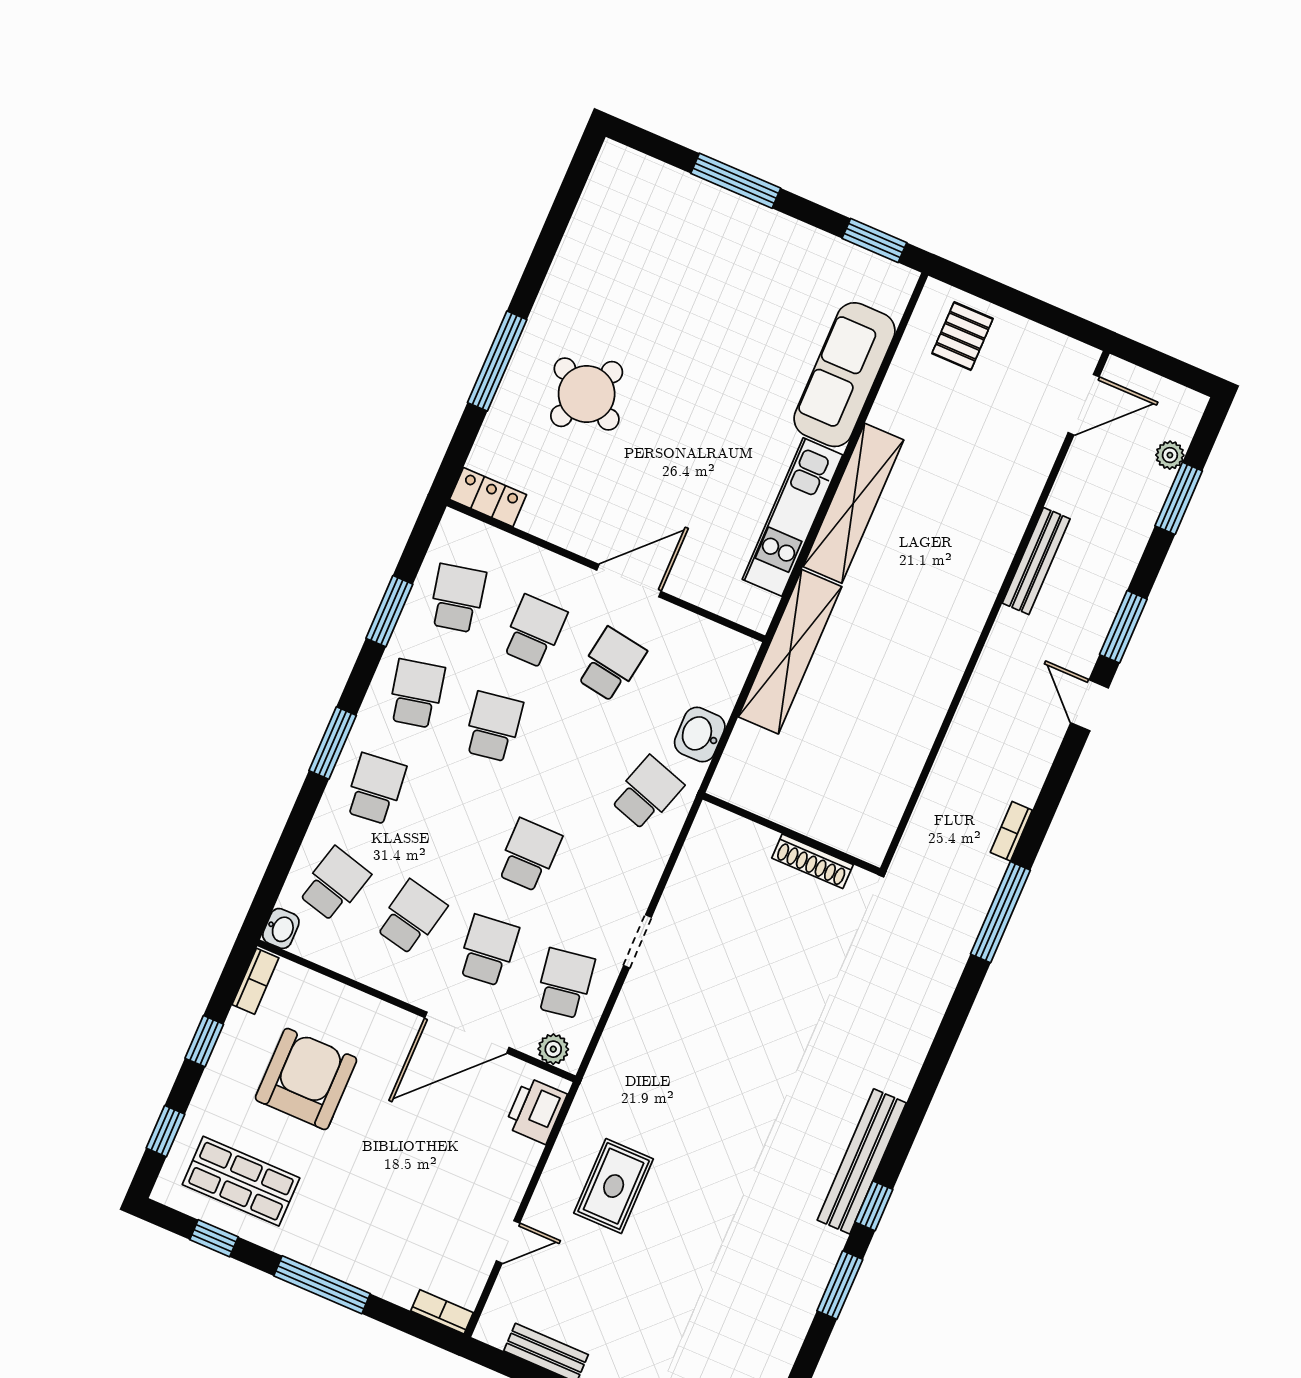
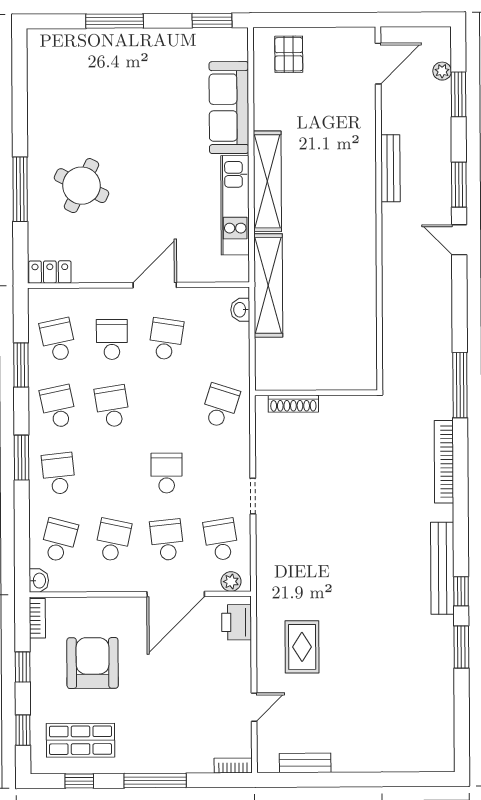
washbasin: (700, 735) -> (240, 310), moved, width x0.72, depth x0.69
bookcase: (1011, 831) -> (444, 462), moved, width x2.31, depth x1.31
shoe rack: (812, 861) -> (293, 404), moved

